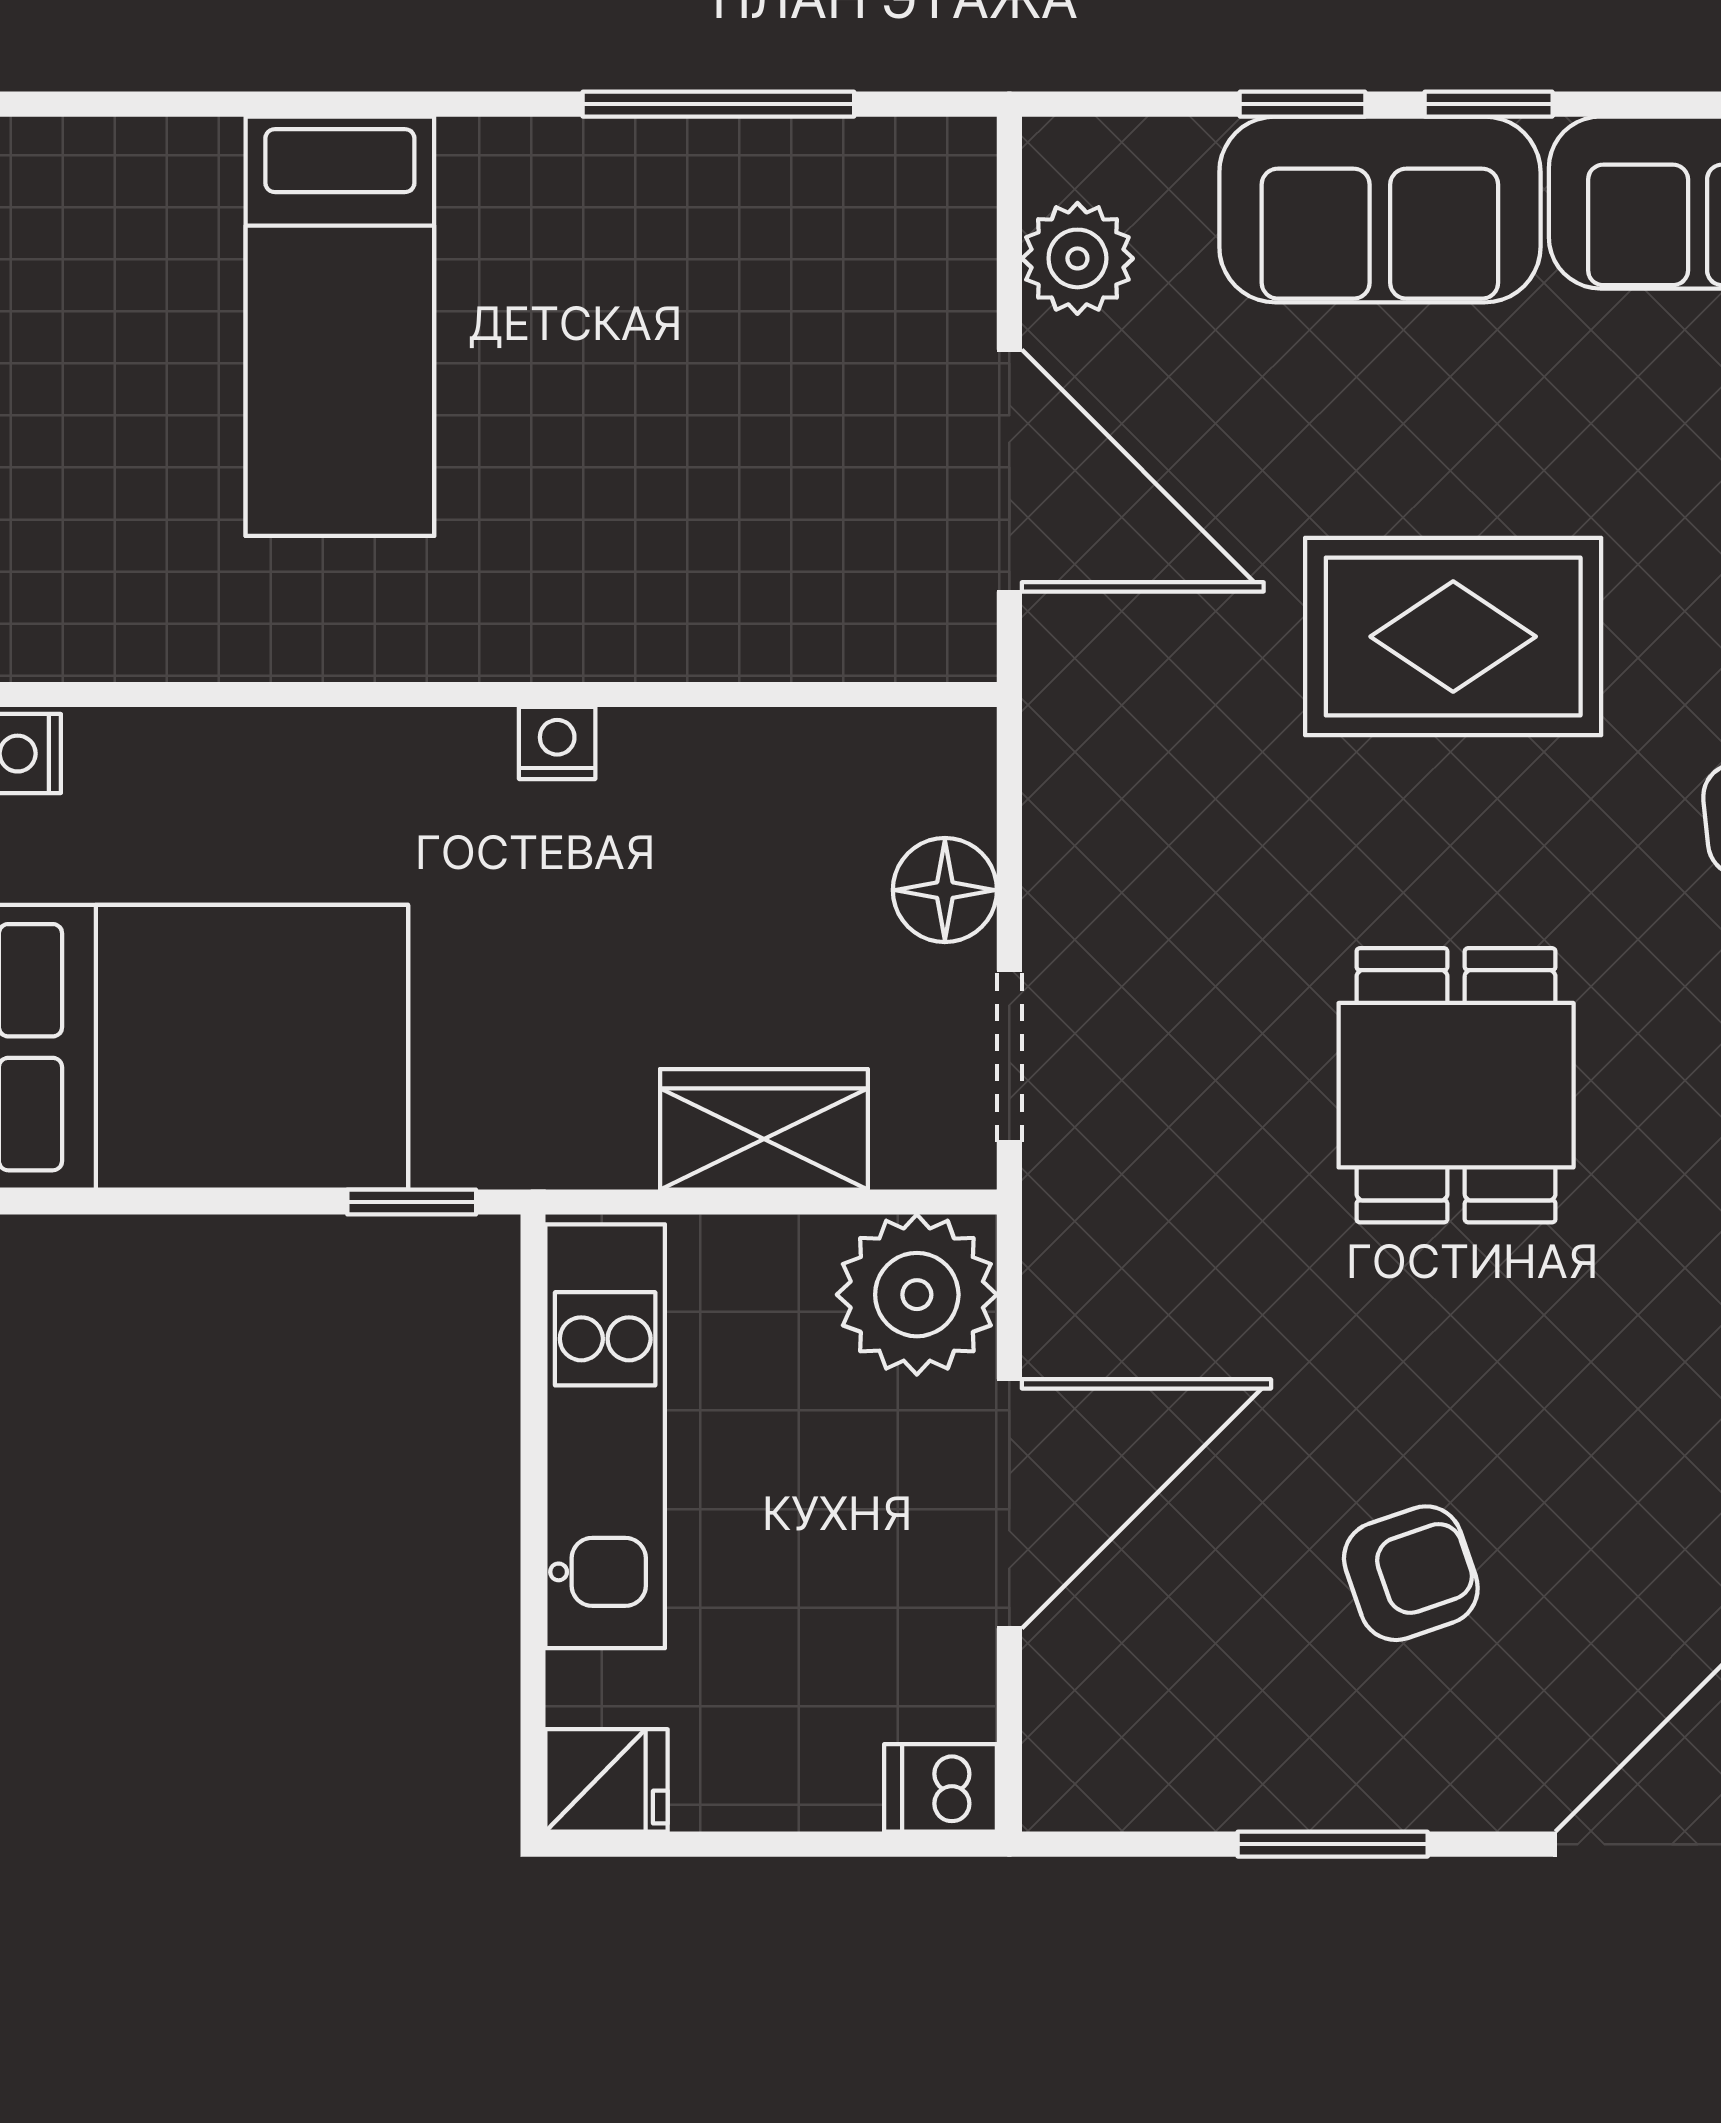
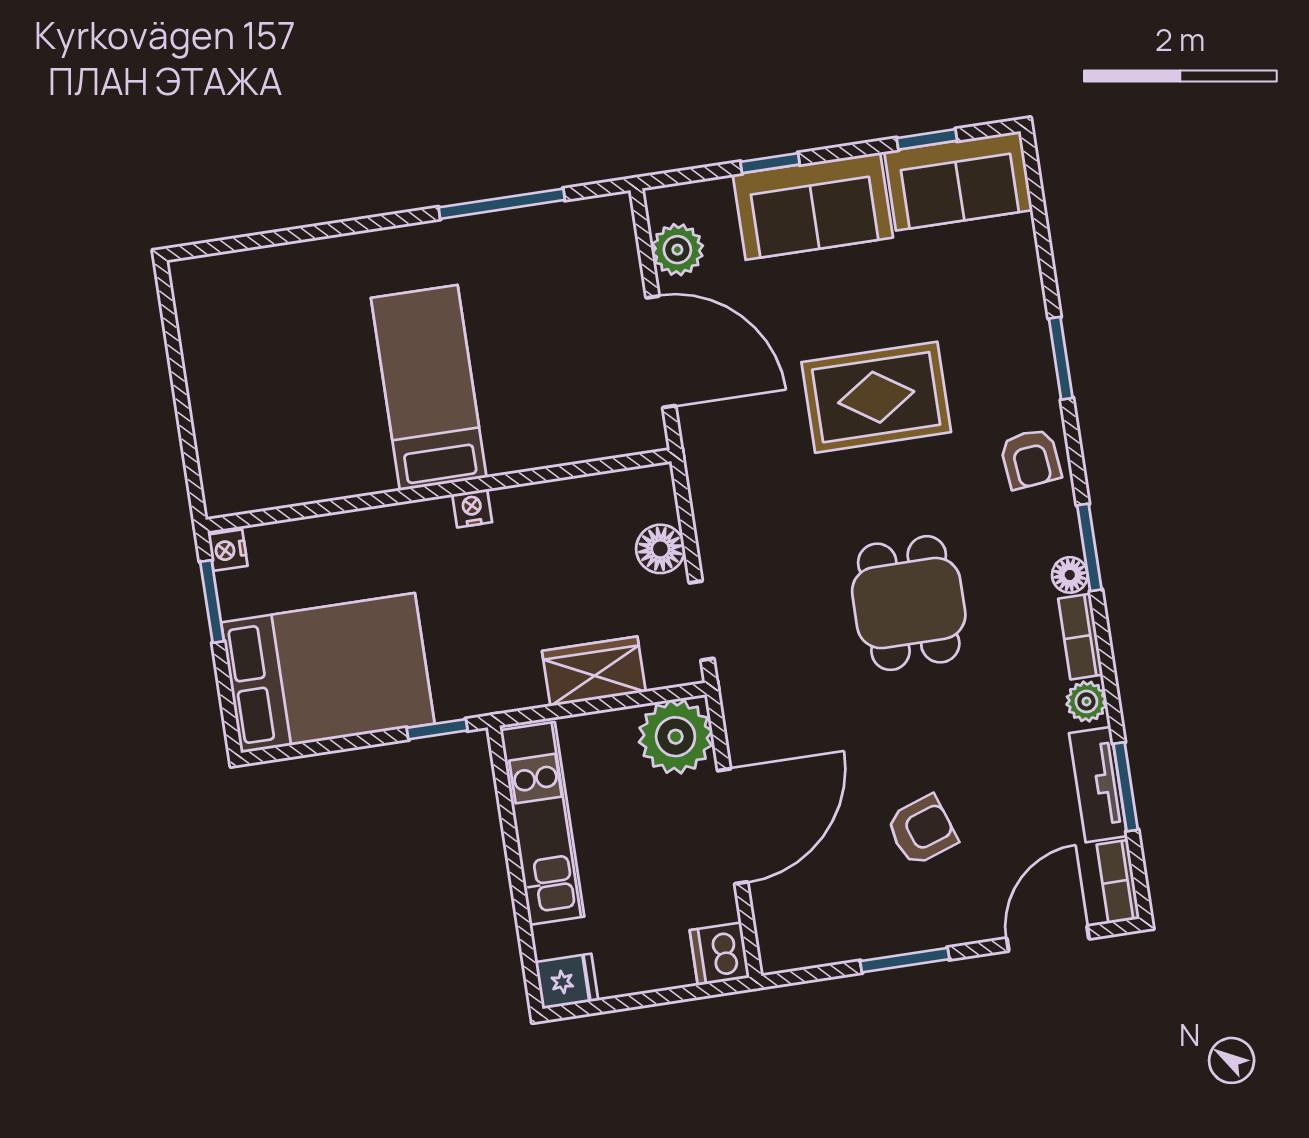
window: (1489, 104) -> (927, 139), moved
bed: (340, 326) -> (429, 388), moved, turned 180
dishwasher: (941, 1788) -> (720, 954), width x1.38

